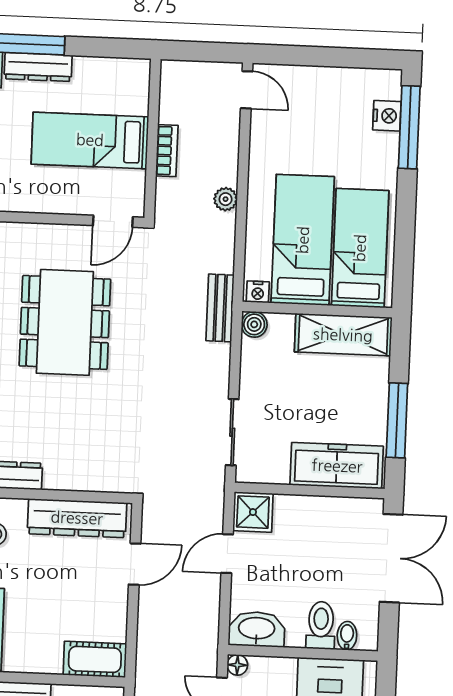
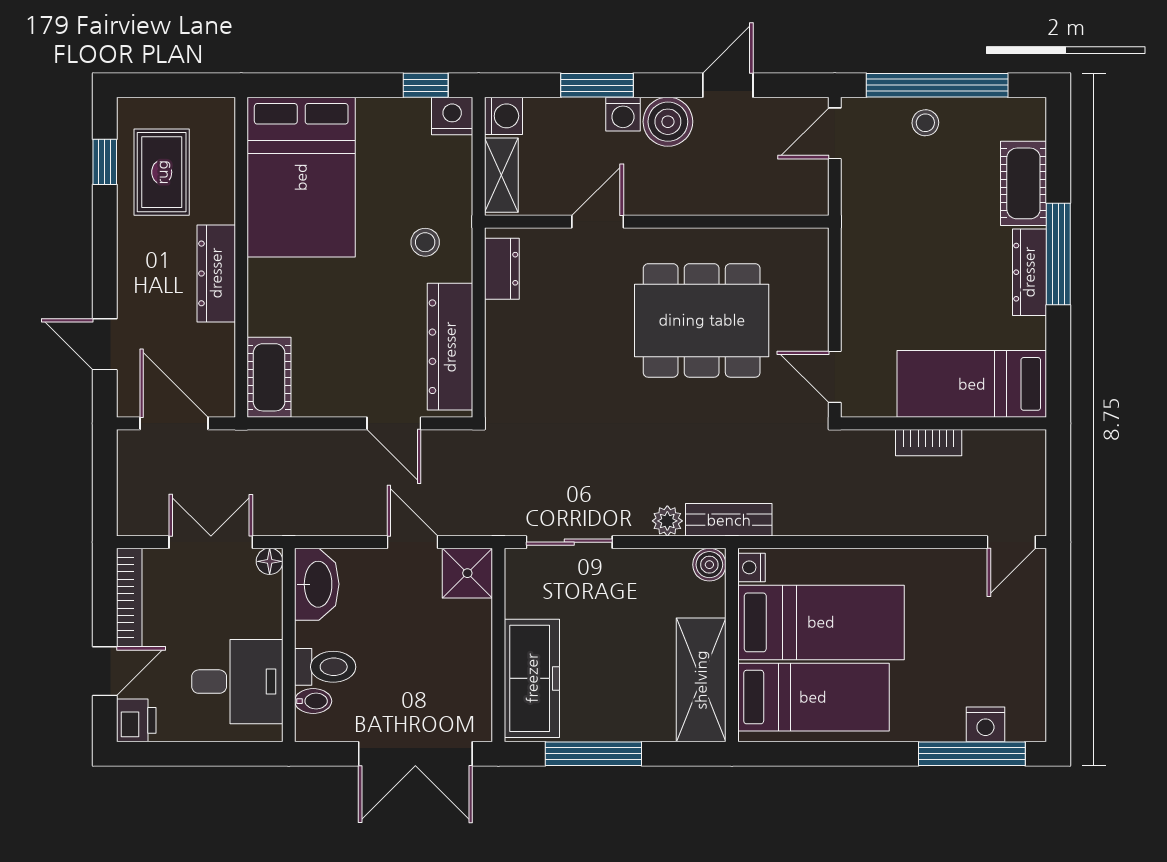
bed: (90, 140) -> (972, 384), moved, turned -90
plant: (226, 199) -> (667, 521), moved

